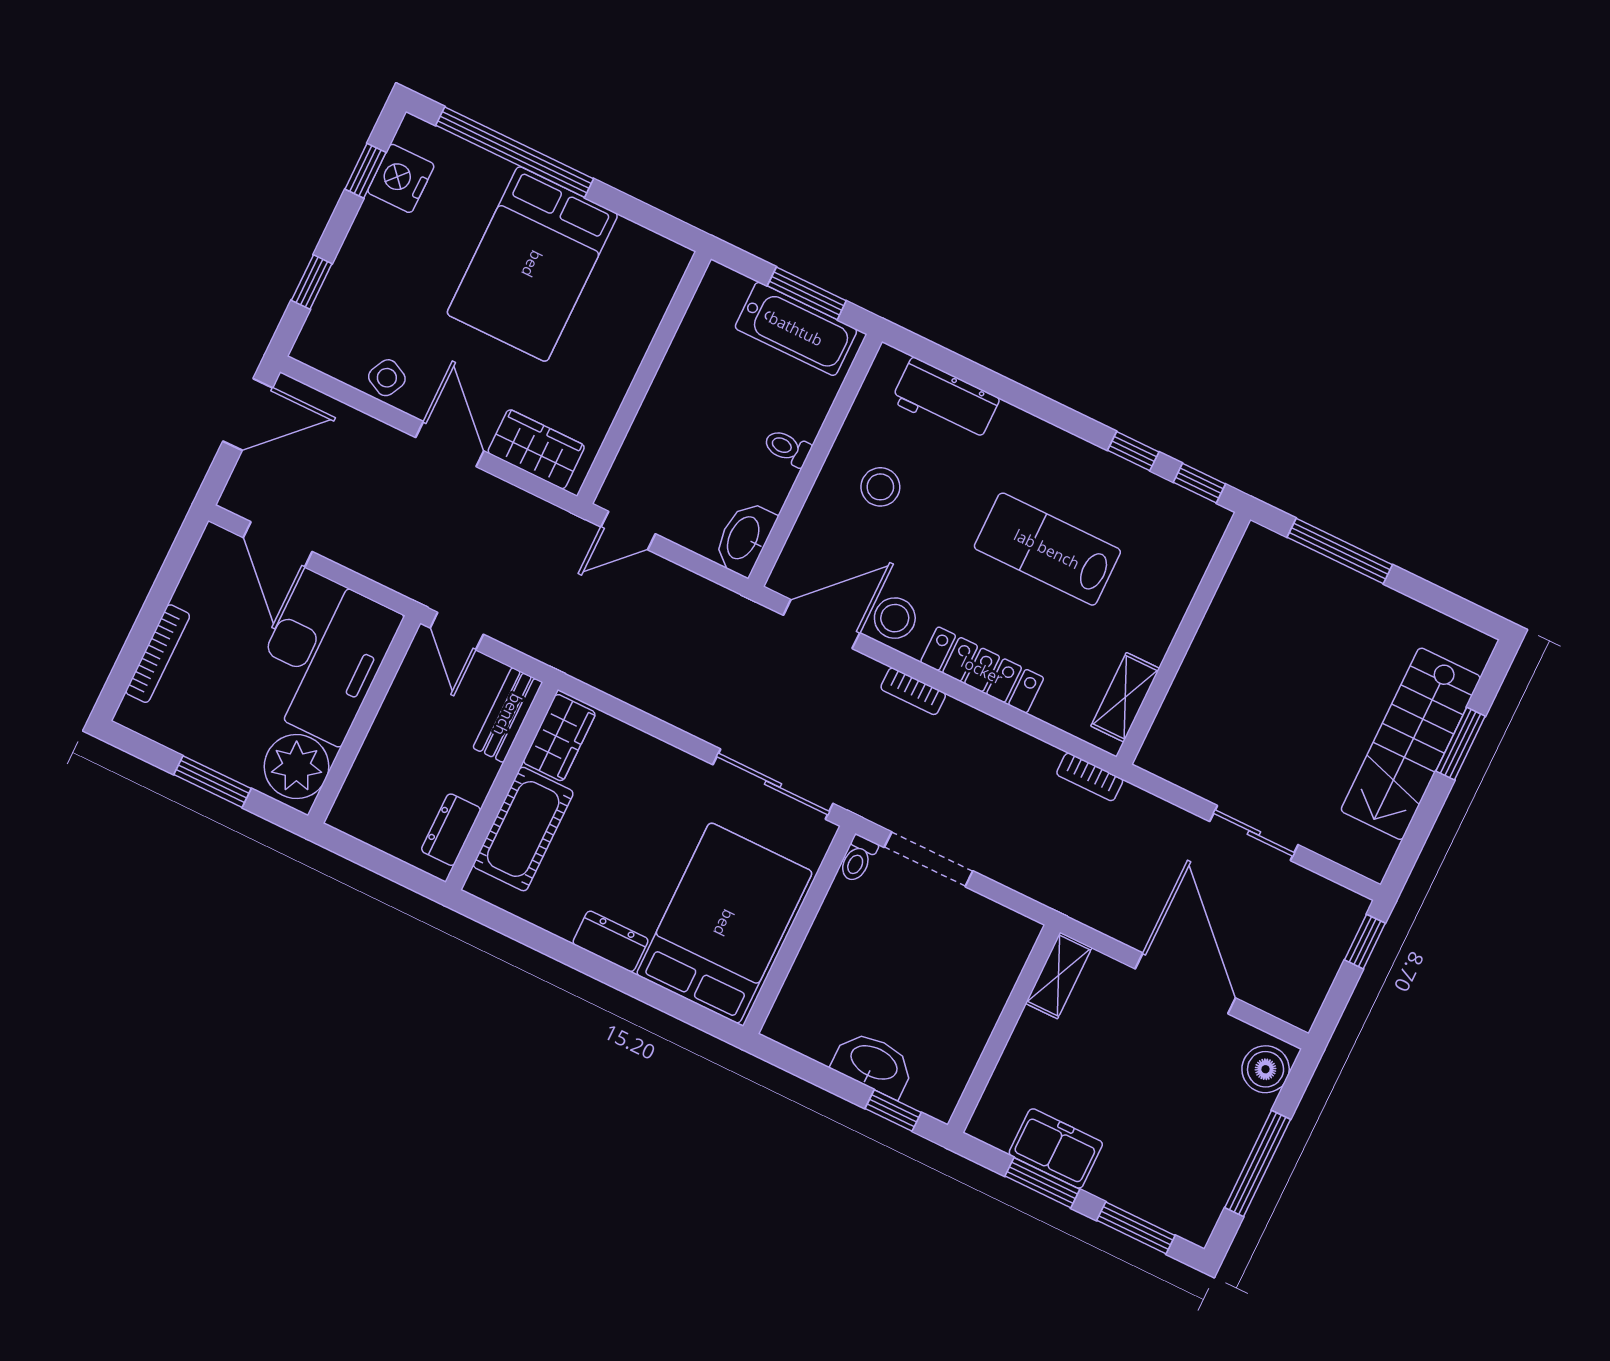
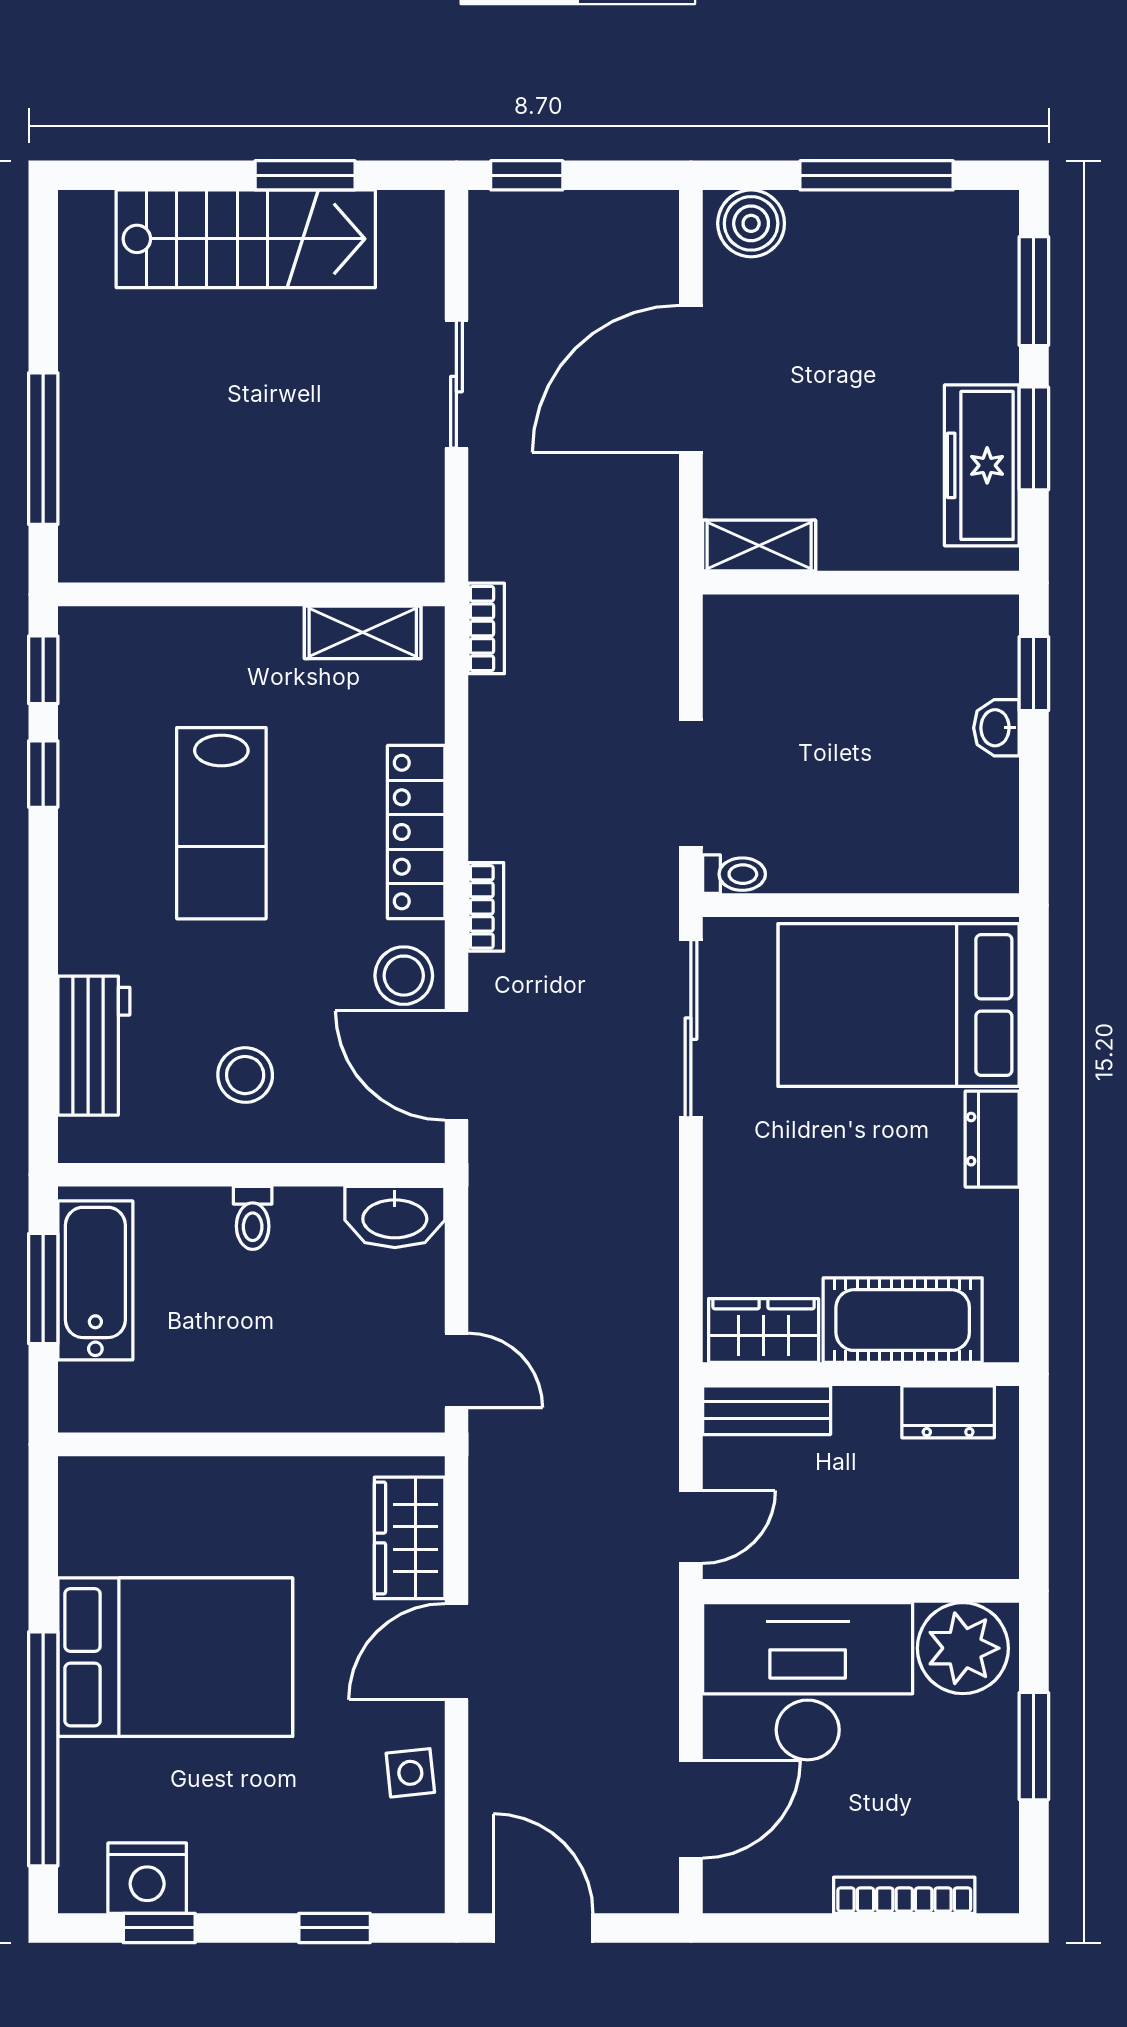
side table: (387, 378) -> (410, 1773), turned -33
window: (1461, 744) -> (305, 175), moved
washbasin: (873, 1064) -> (996, 728), width x0.52, depth x0.69
freezer: (1056, 1148) -> (982, 465), width x1.40

